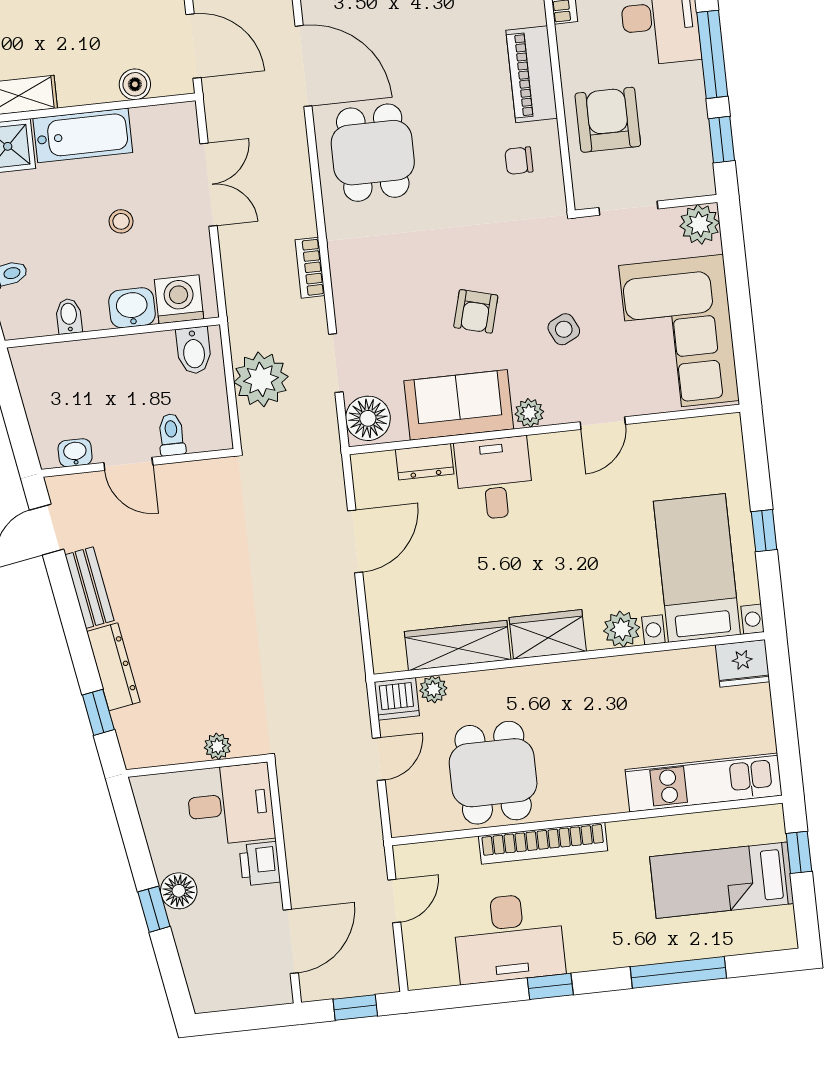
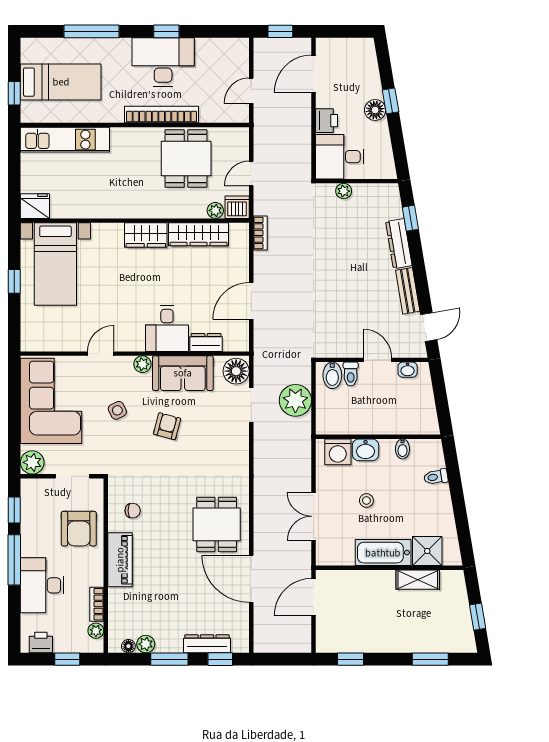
door: (193, 46) -> (314, 597), hinge flipped
boiler: (135, 84) -> (350, 579), removed
bookcase: (310, 268) -> (260, 233), moved
bidet: (194, 350) -> (332, 375), moved, turned 180
plant: (622, 629) -> (103, 233), removed
desk: (509, 938) -> (163, 62), moved

